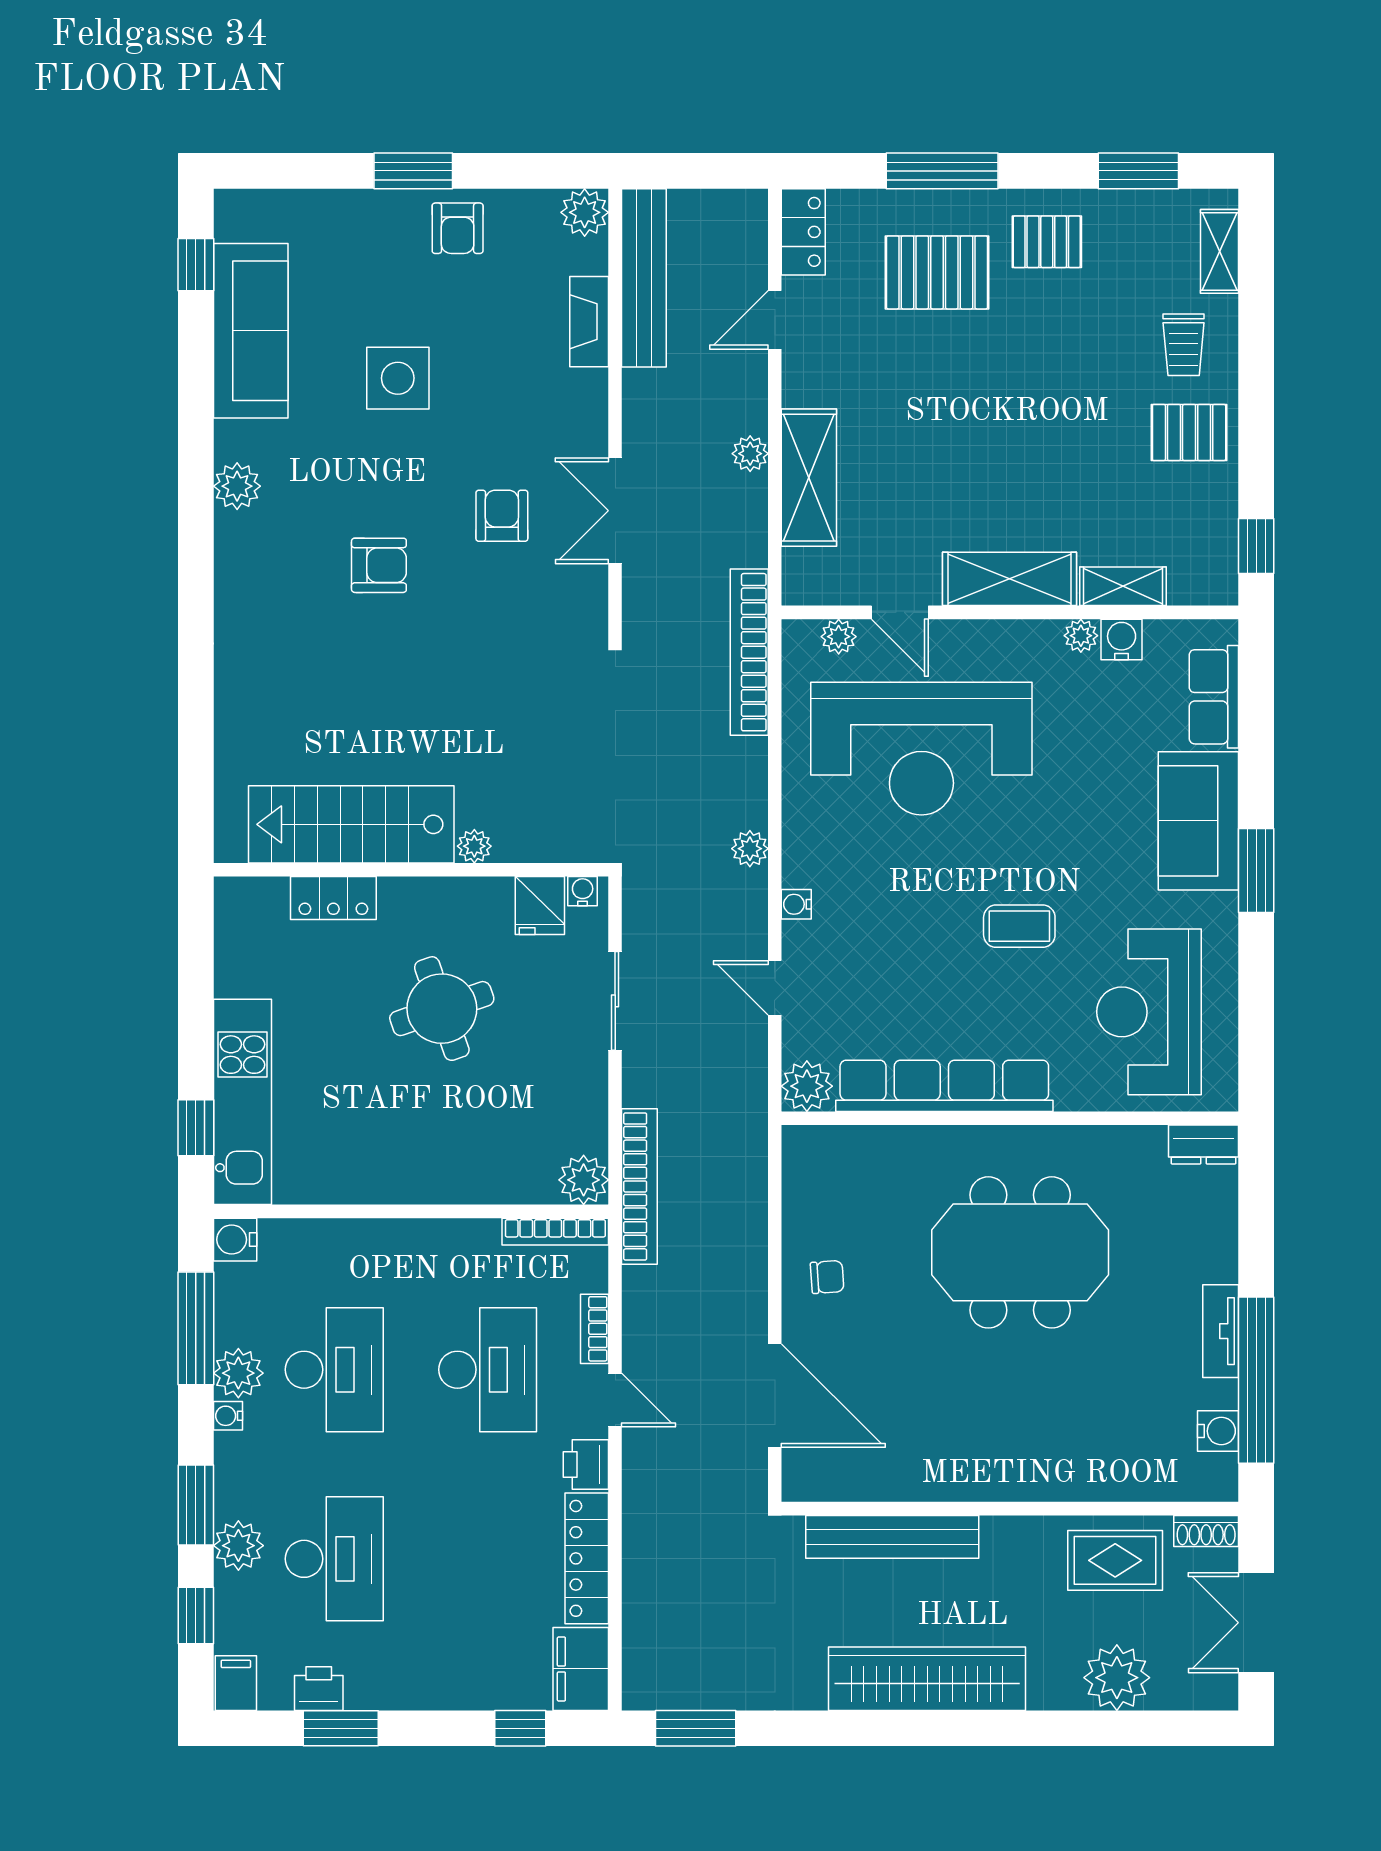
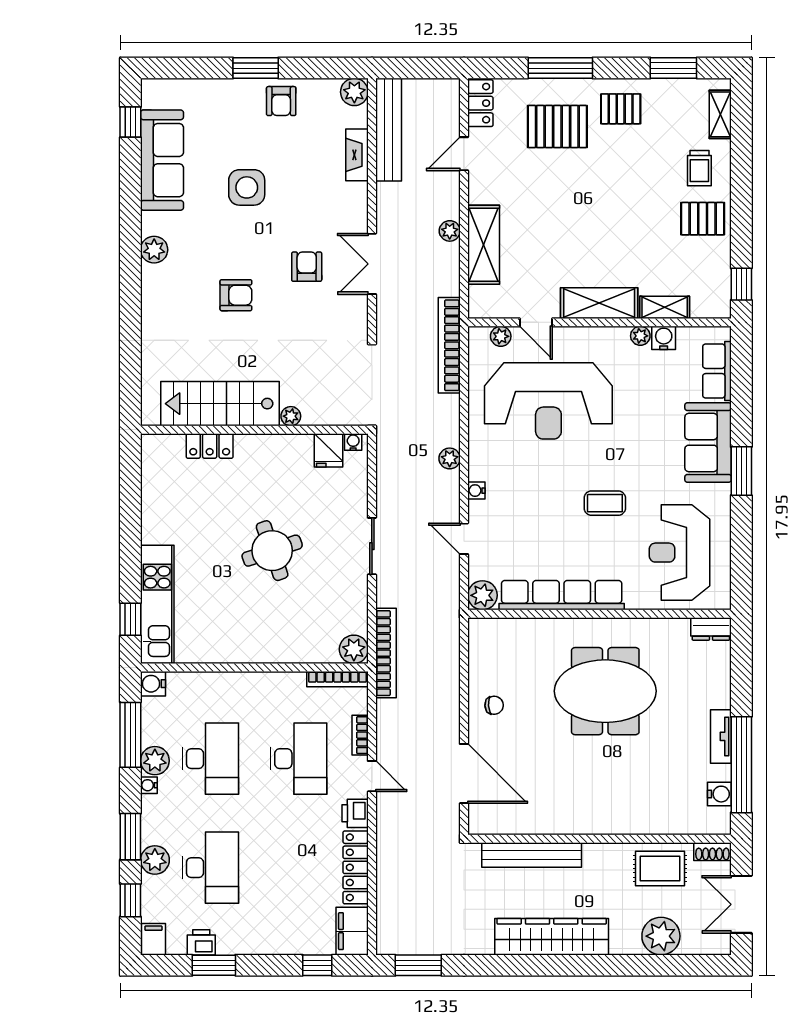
stairs: (351, 824) -> (220, 404), moved
plant: (474, 846) -> (291, 416), moved
wall: (411, 870) -> (254, 430), moved
water cooler: (583, 891) -> (353, 442), moved
locker: (333, 898) -> (210, 446), moved
fridge: (540, 906) -> (329, 450), moved

